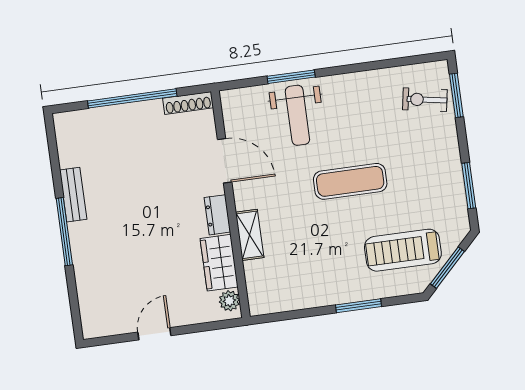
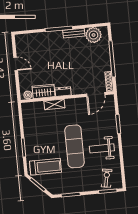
weight bench: (297, 115) -> (102, 148), moved
plant: (76, 146) -> (94, 35), added
door: (225, 161) -> (96, 94), moved
exercise mat: (350, 181) -> (74, 146), width x1.36, depth x1.45
treadmill: (403, 250) -> (46, 167), turned 90

